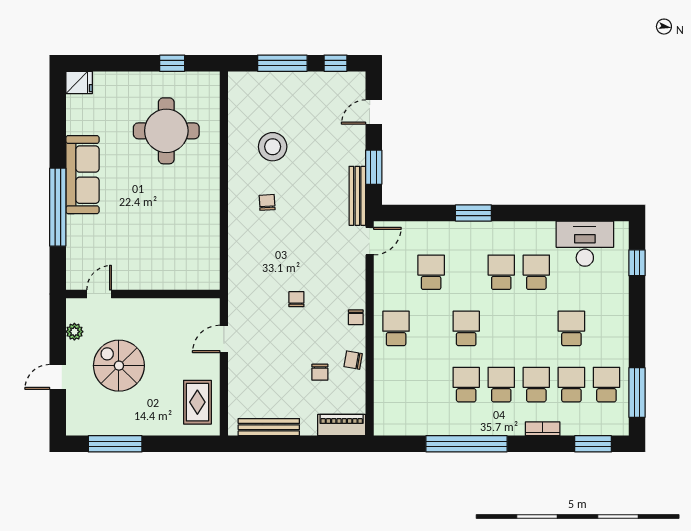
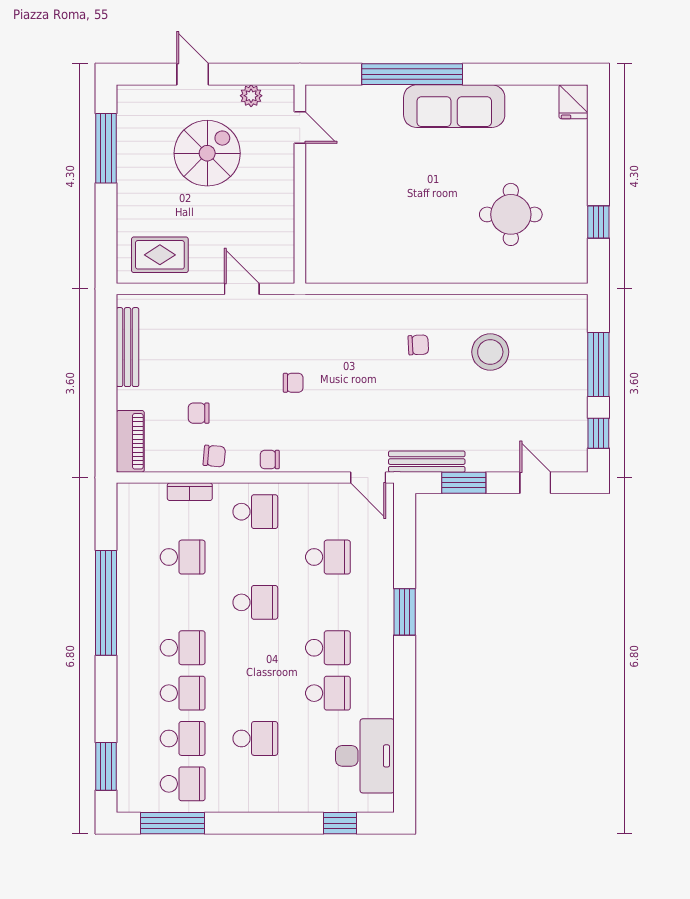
round table: (166, 131) -> (511, 214), width x0.73, depth x0.73
chair: (353, 360) -> (214, 456), turned 85
school desk: (466, 385) -> (183, 557), moved
bookcase: (543, 429) -> (190, 492), moved, turned 90

